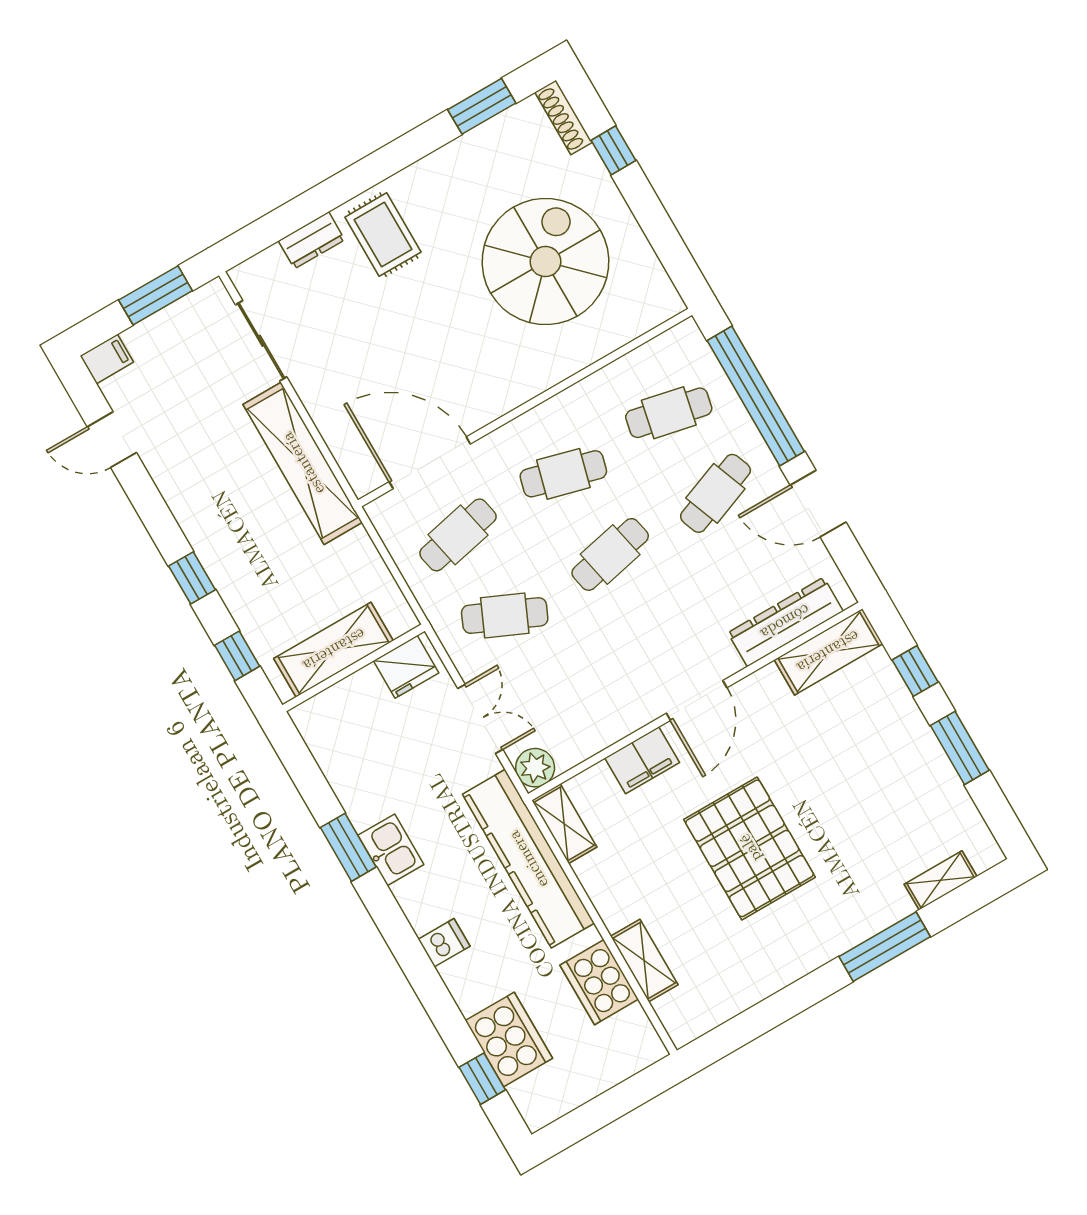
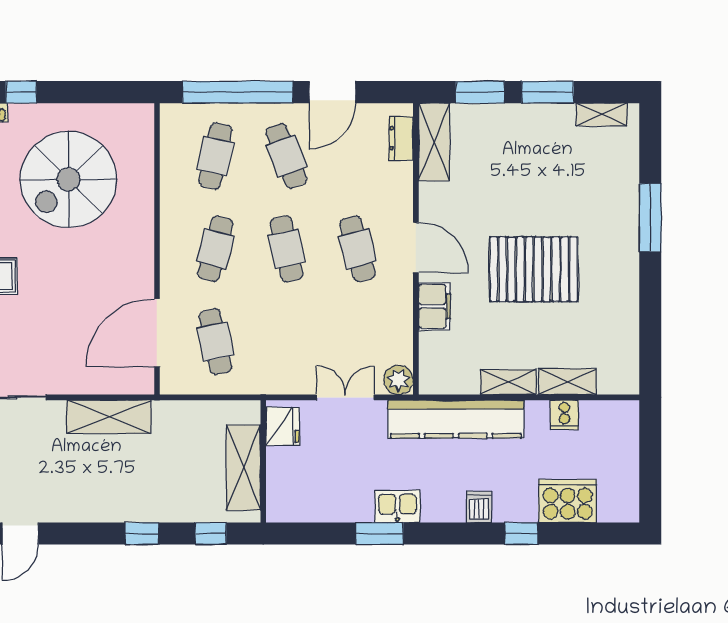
spiral stairs: (545, 262) -> (68, 179), turned -90
shelving: (303, 463) -> (109, 417), width x0.68
cafe table: (505, 616) -> (357, 249), moved, turned -39
dresser: (785, 622) -> (401, 138), width x0.51, depth x0.80
window: (915, 671) -> (480, 92), width x1.50
shelving: (564, 824) -> (508, 382), moved
shelving: (941, 880) -> (602, 114), moved, turned 90
cooker: (599, 982) -> (564, 415), width x0.53, depth x0.76
window: (482, 1079) -> (521, 534), moved

